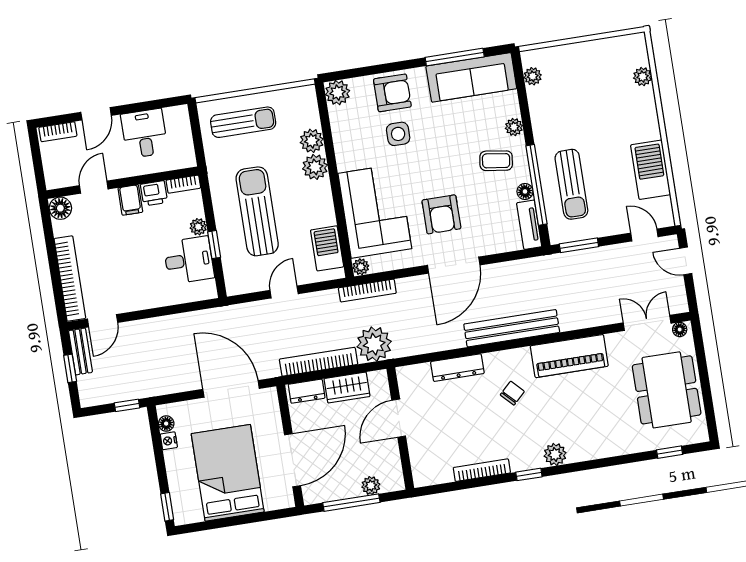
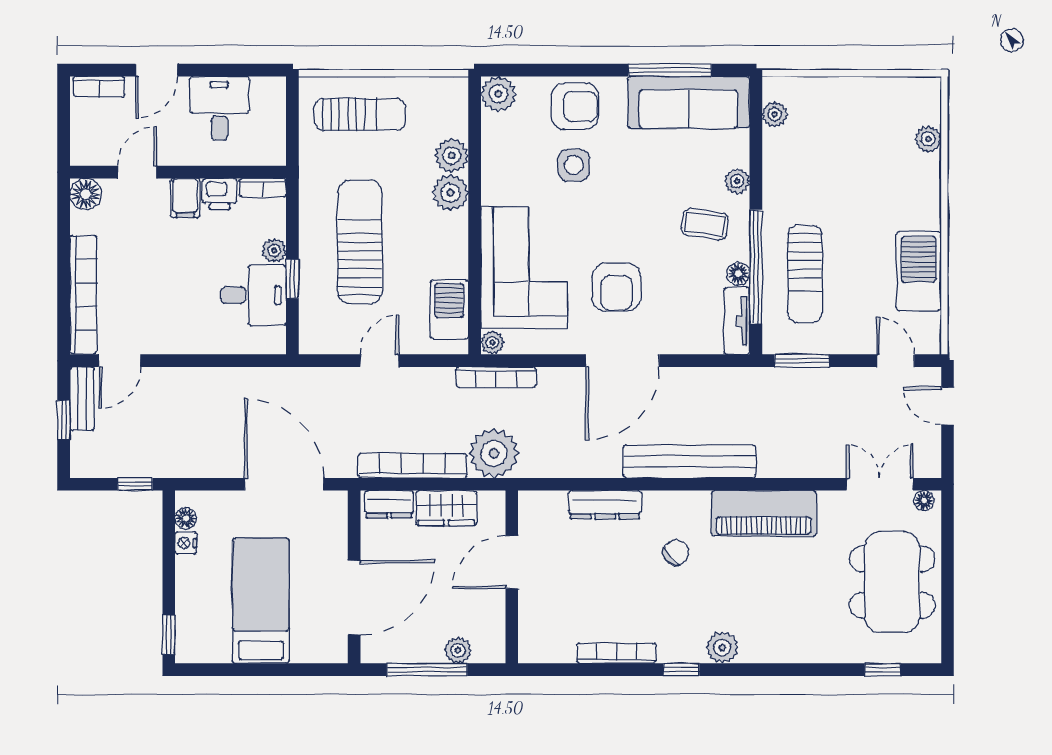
bed: (228, 473) -> (261, 601), width x0.67

